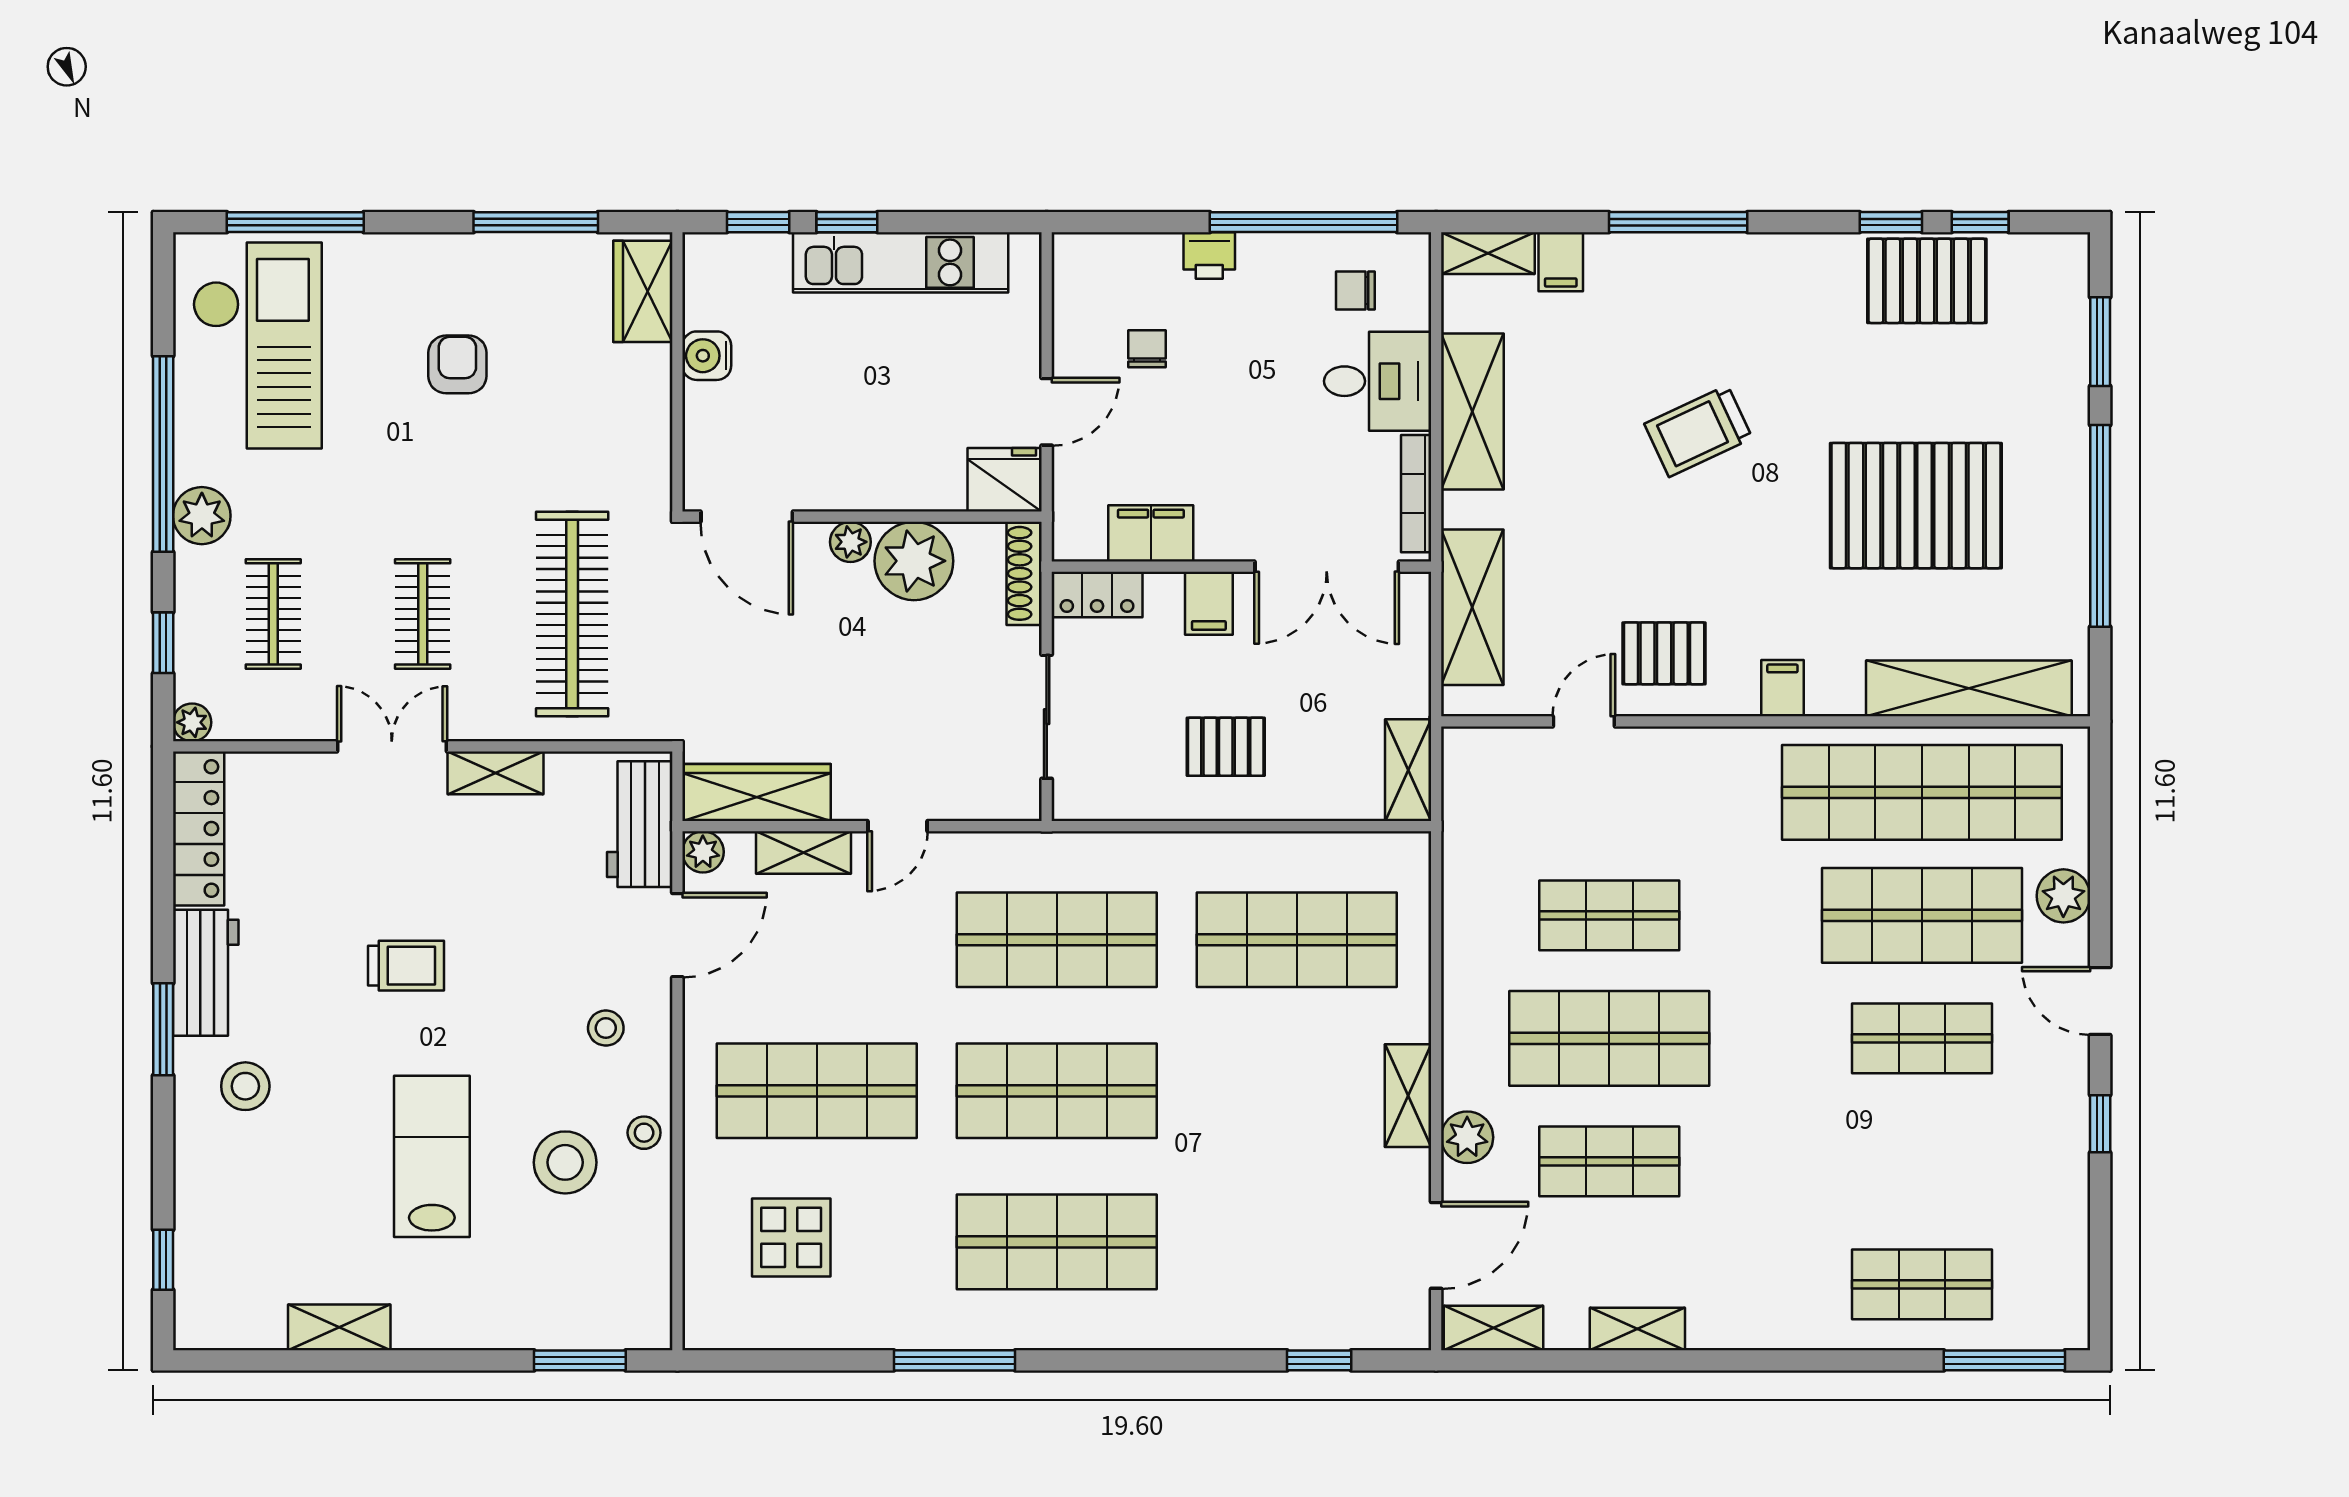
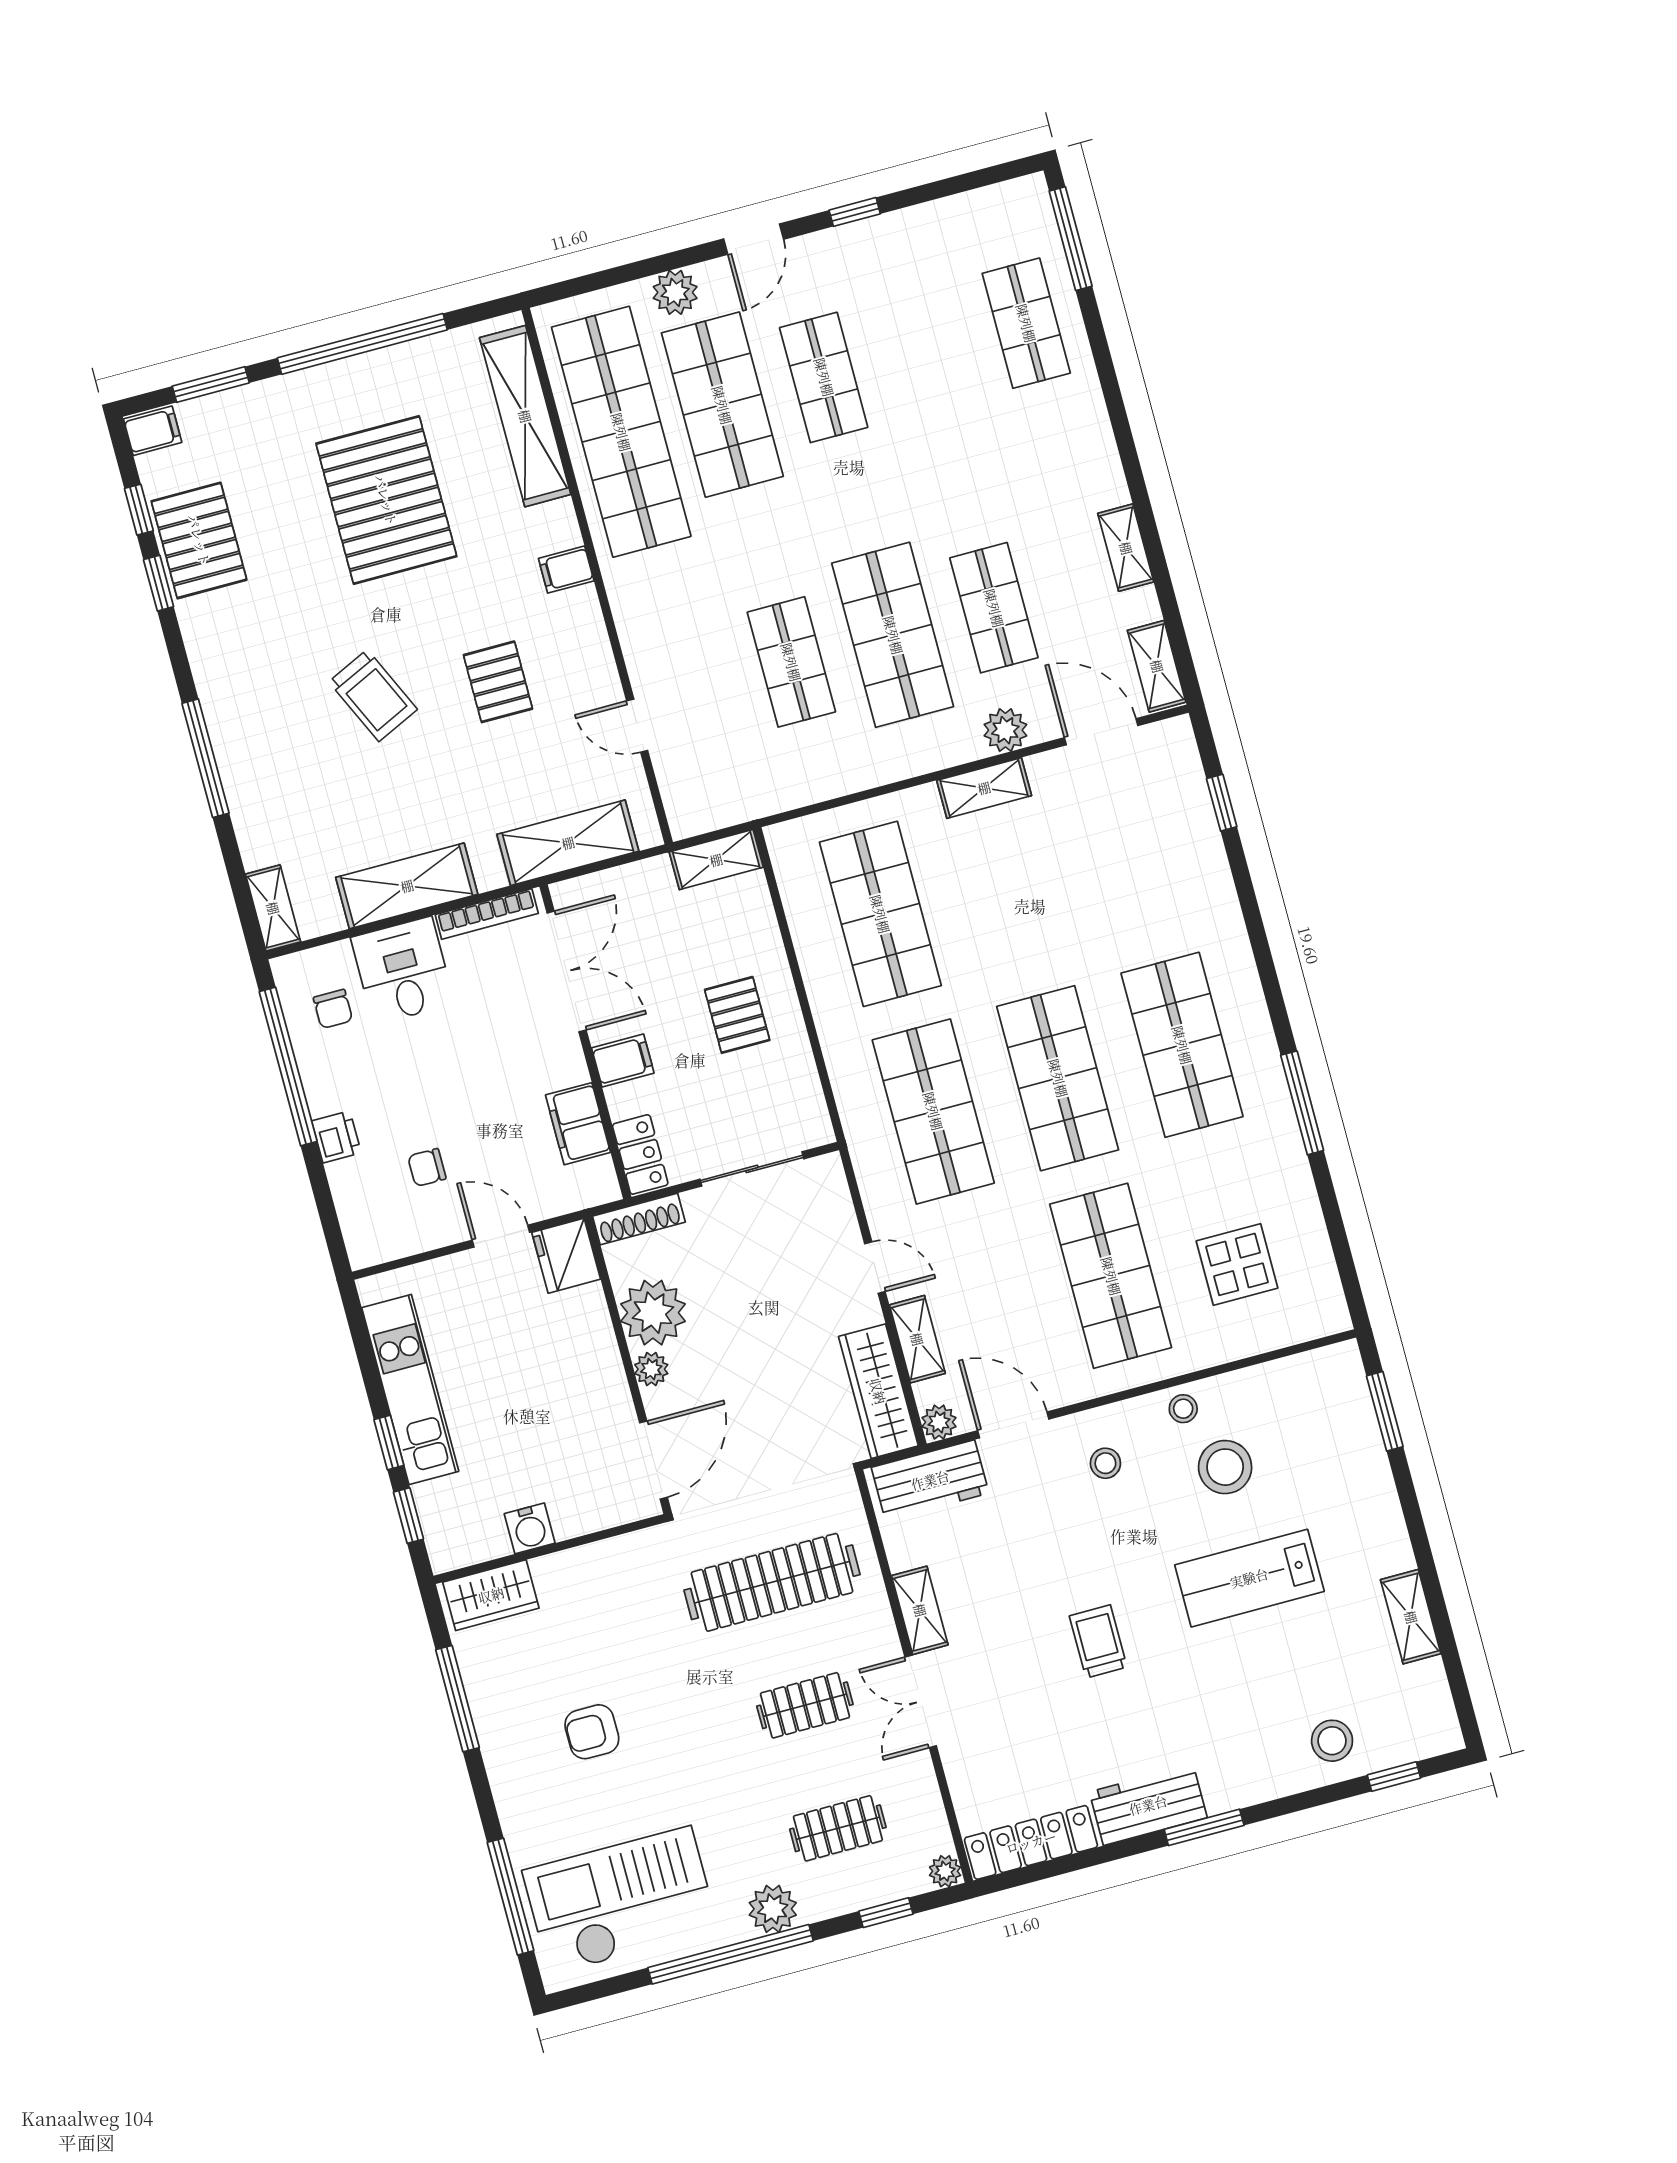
filing cabinet: (1561, 262) -> (153, 431), moved
pallet: (1664, 653) -> (498, 682), moved
stool: (245, 1086) -> (1332, 1741), moved

